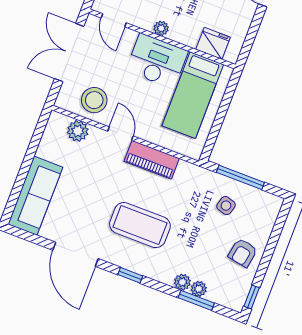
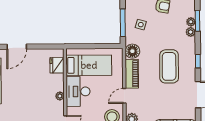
floor lamp: (188, 175) -> (132, 51), added

